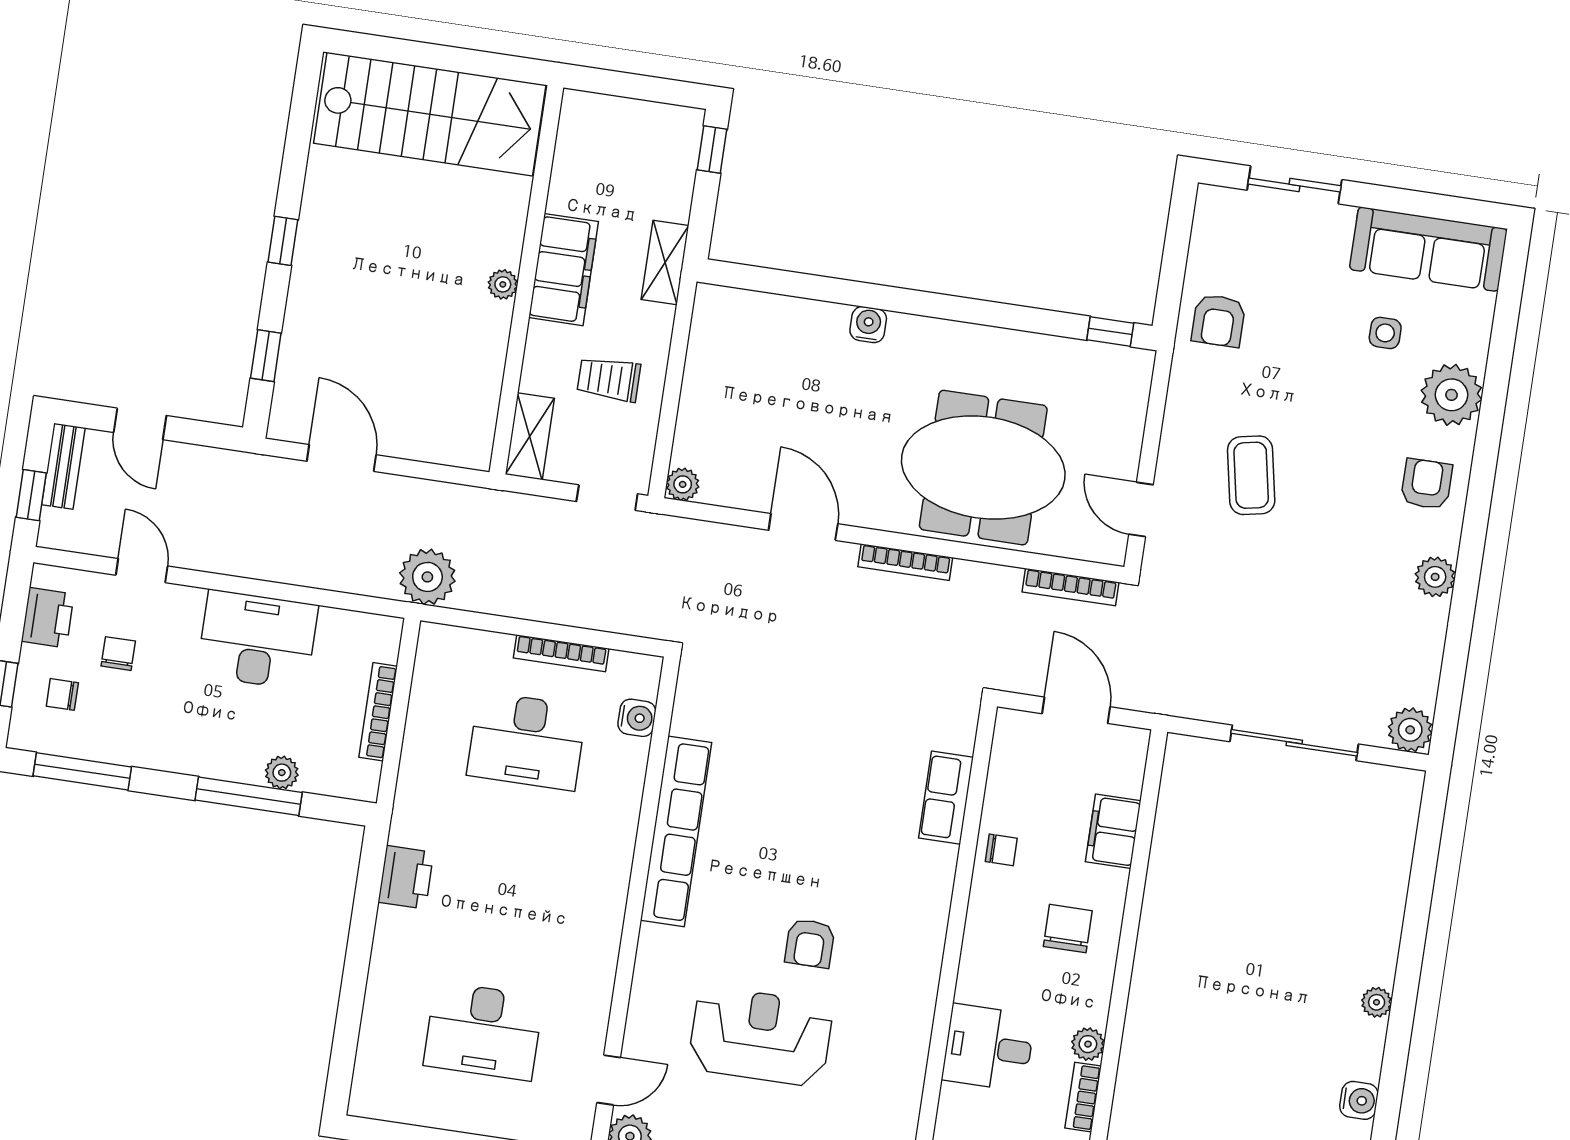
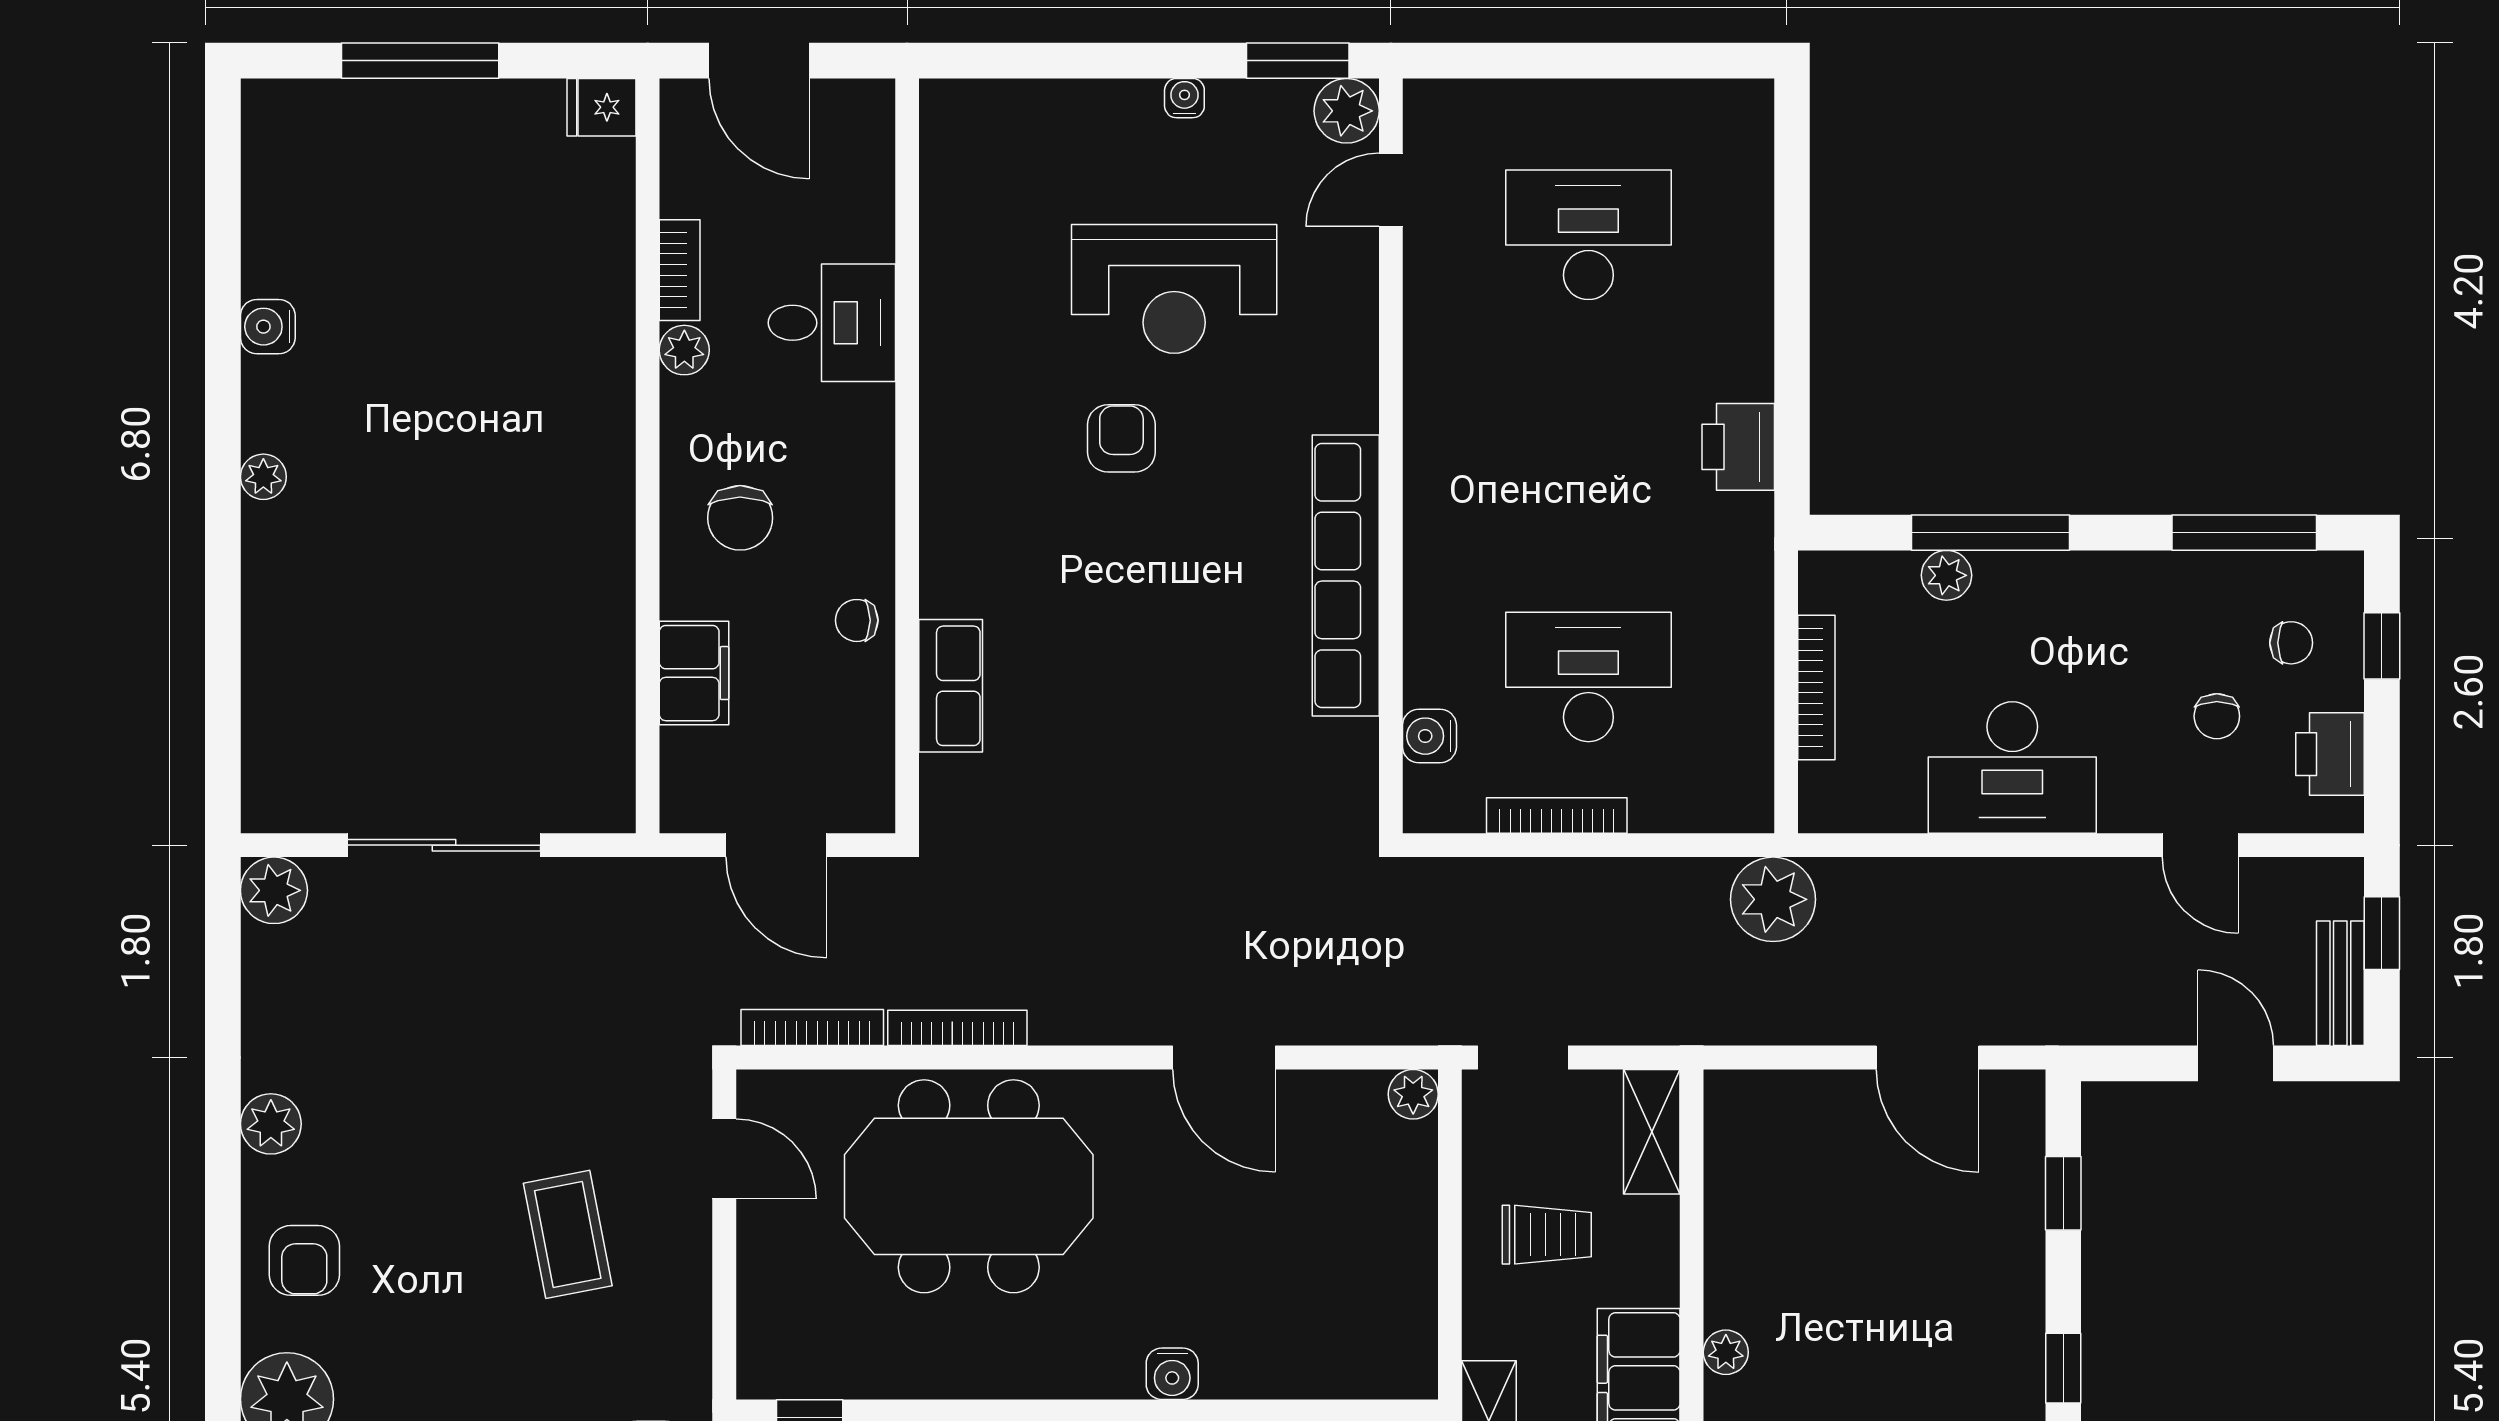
bookcase: (905, 562) -> (957, 1028), moved

